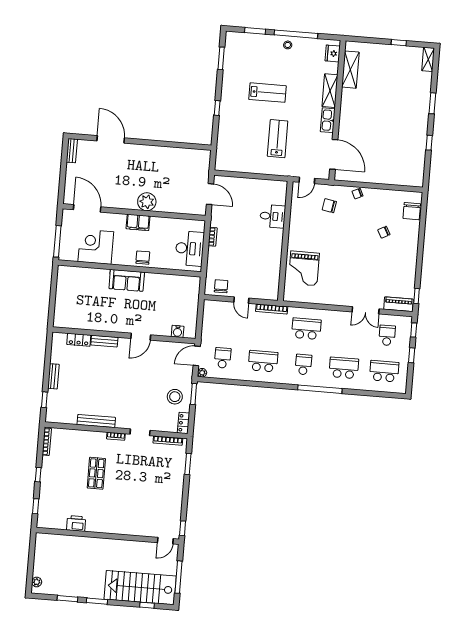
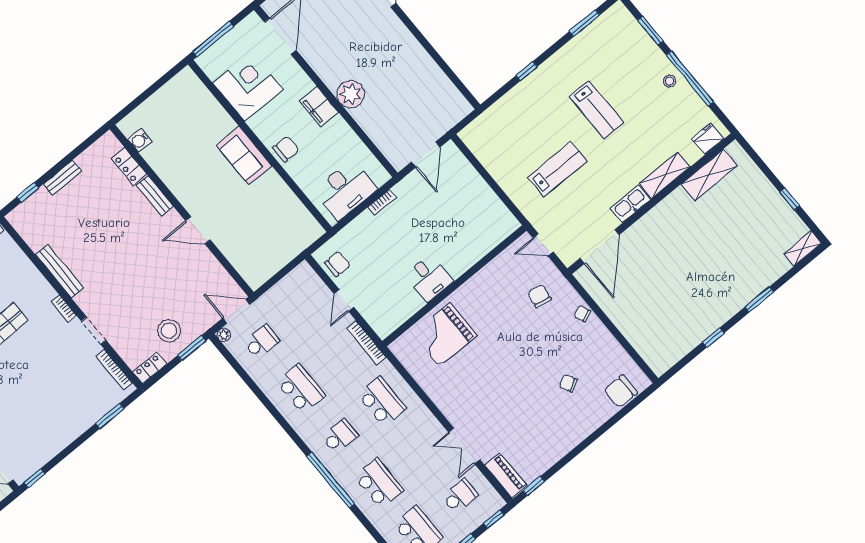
desk: (273, 216) -> (429, 278), moved
water cooler: (178, 331) -> (140, 140), moved

